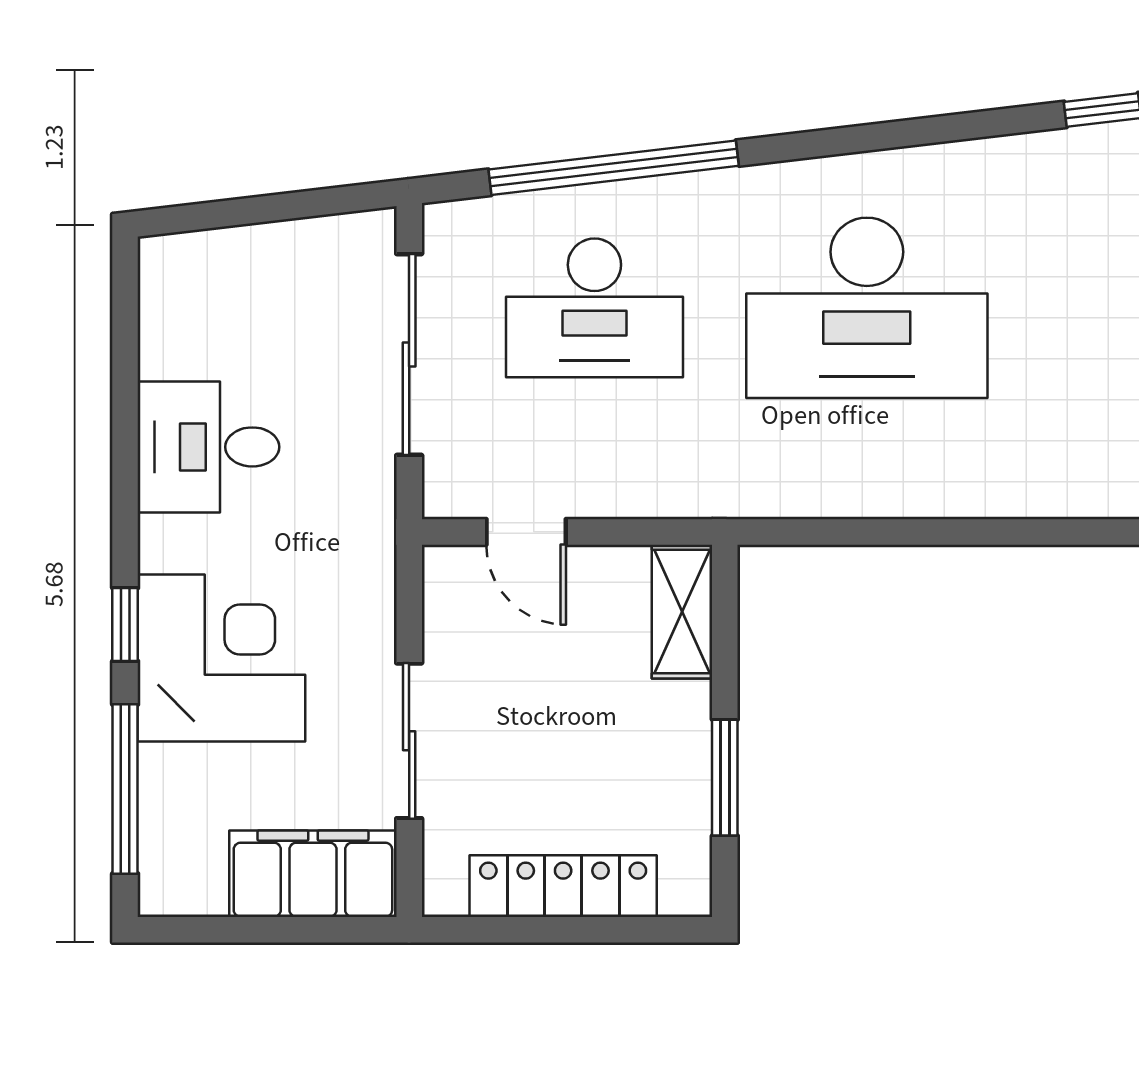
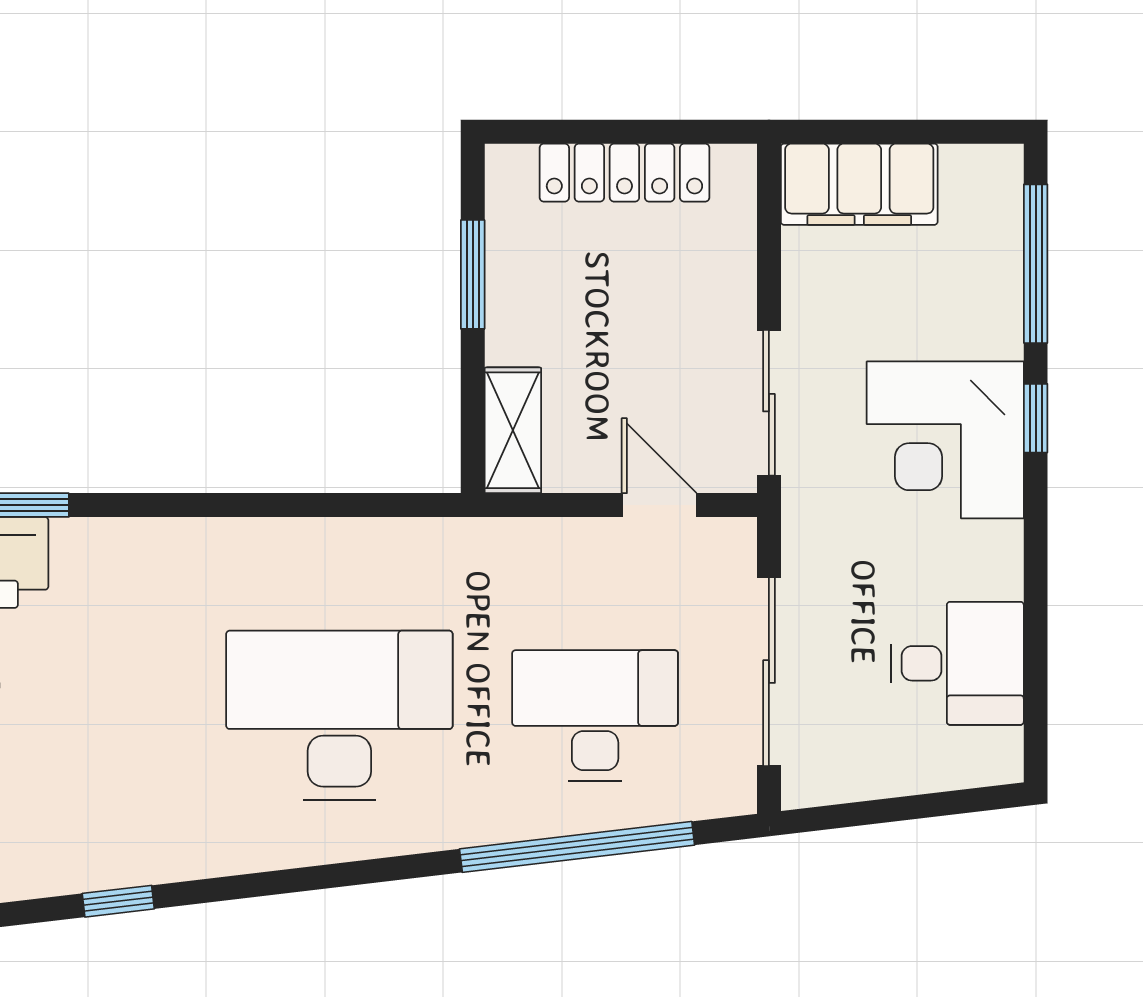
desk: (208, 447) -> (957, 663), moved
corner desk: (221, 658) -> (945, 440), moved
sliding door: (409, 741) -> (769, 403), moved

